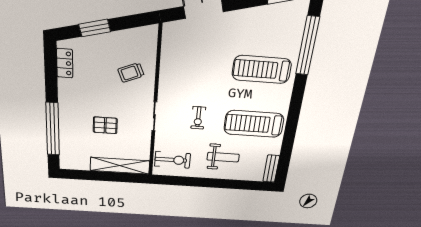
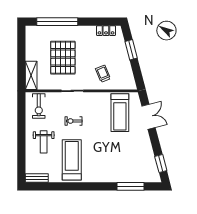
window: (308, 46) -> (130, 186), width x0.68
treadmill: (262, 69) -> (120, 113), moved, turned 180
pallet: (105, 125) -> (63, 58), width x2.05, depth x2.00
shelving: (120, 166) -> (31, 75), width x0.68

